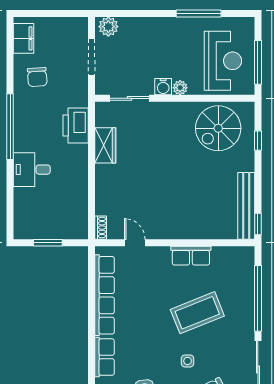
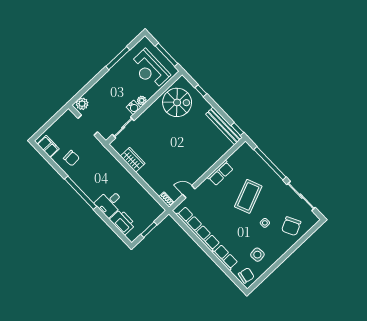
reception desk: (223, 61) -> (150, 69), turned 180
printer: (76, 125) -> (123, 222), moved, turned 180
spiral stairs: (218, 128) -> (177, 102), turned -90

